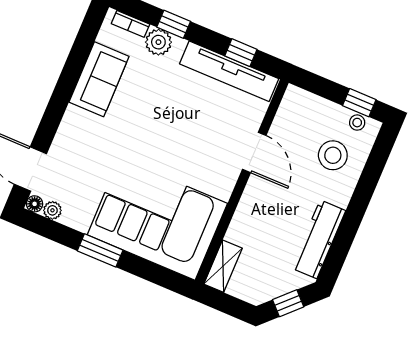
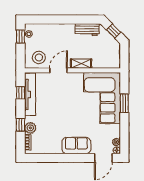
sofa: (99, 79) -> (76, 146), moved
stool: (333, 155) -> (39, 57), moved
workbench: (318, 239) -> (87, 30), width x0.73
window: (100, 250) -> (124, 103), moved
shelving: (223, 266) -> (81, 64), moved

